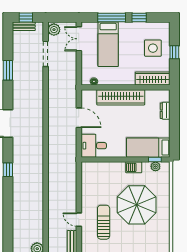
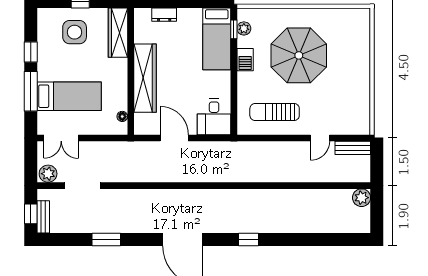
door: (79, 118) -> (174, 138), hinge flipped
sun lounger: (104, 222) -> (275, 112), moved

